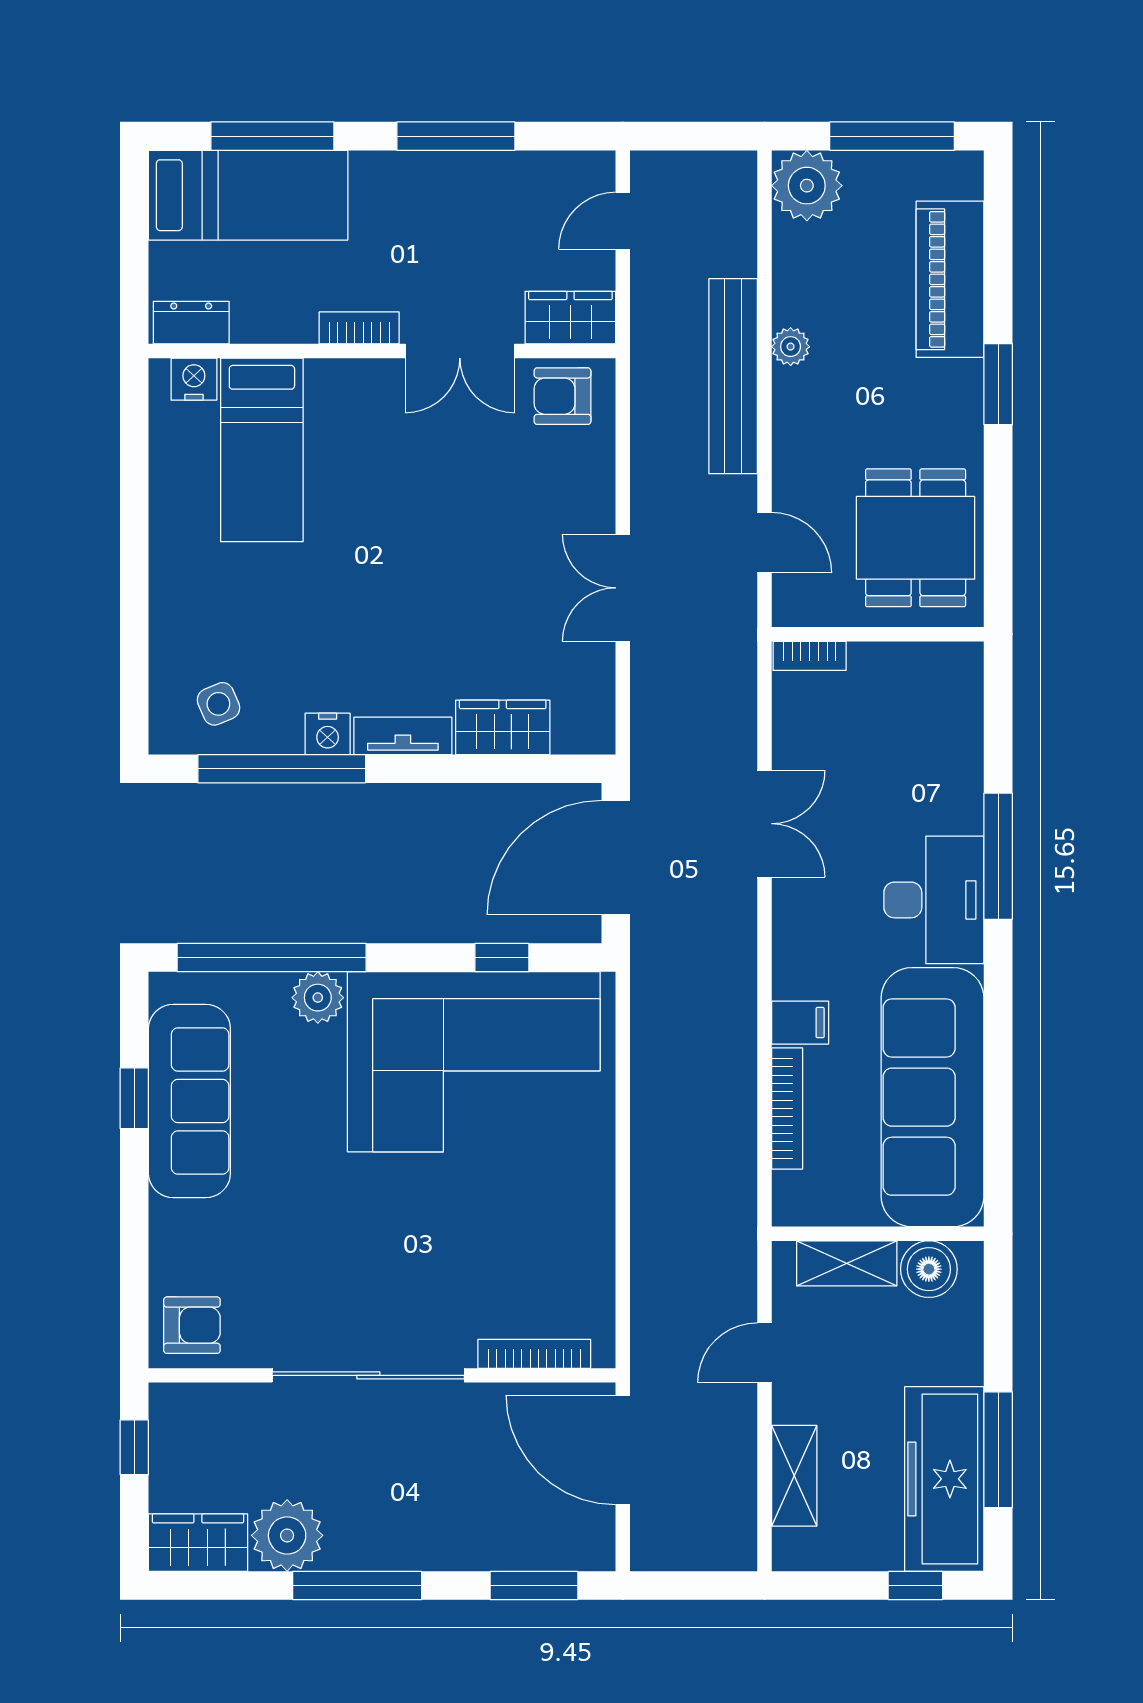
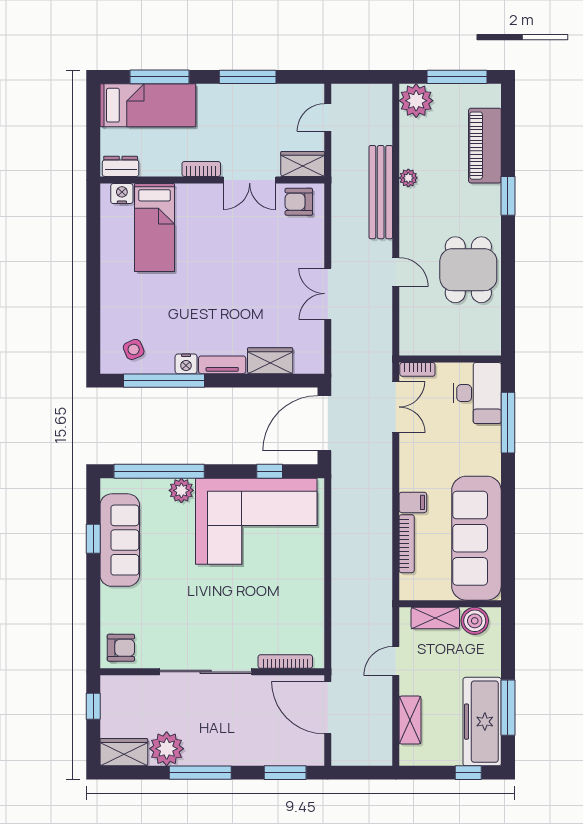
wall: (878, 634) -> (450, 359), moved
bookcase: (810, 656) -> (417, 369), moved
desk: (934, 900) -> (477, 393), moved

